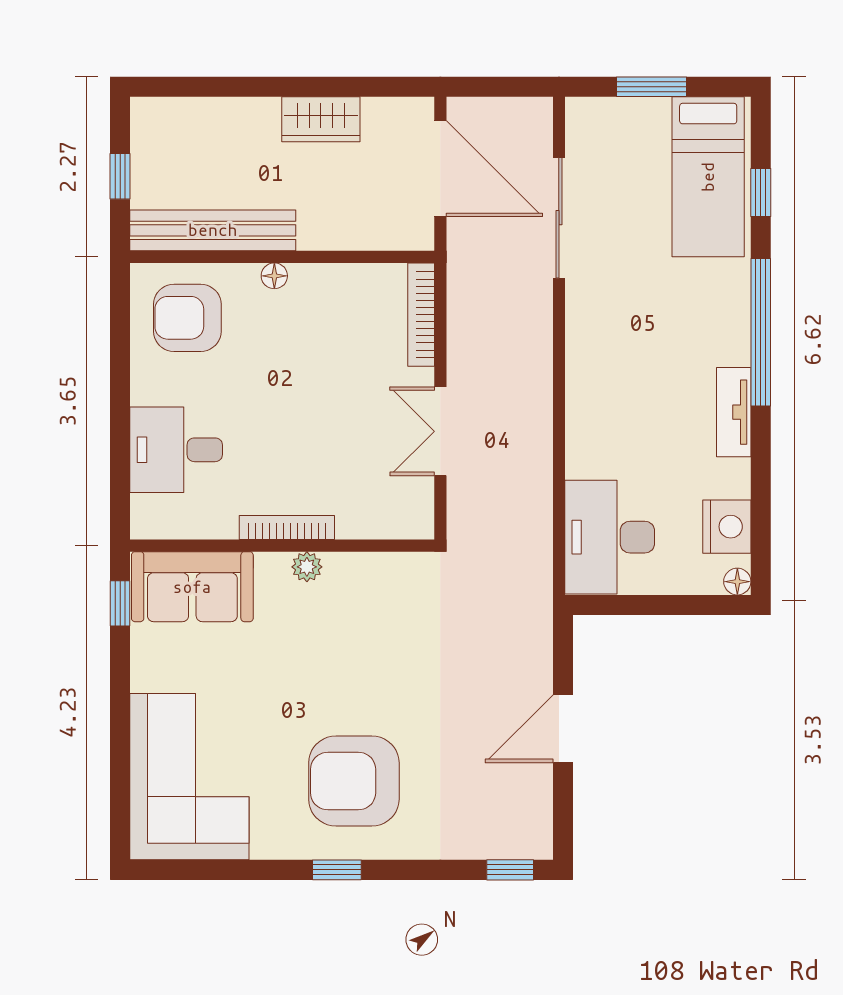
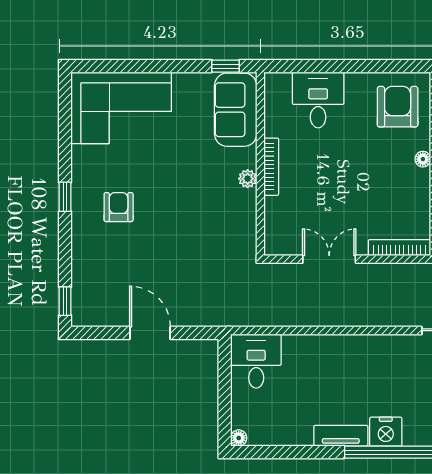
nightstand: (727, 527) -> (386, 432), moved
desk: (610, 537) -> (256, 361), width x0.73
armchair: (354, 781) -> (119, 207), width x0.53, depth x0.53

